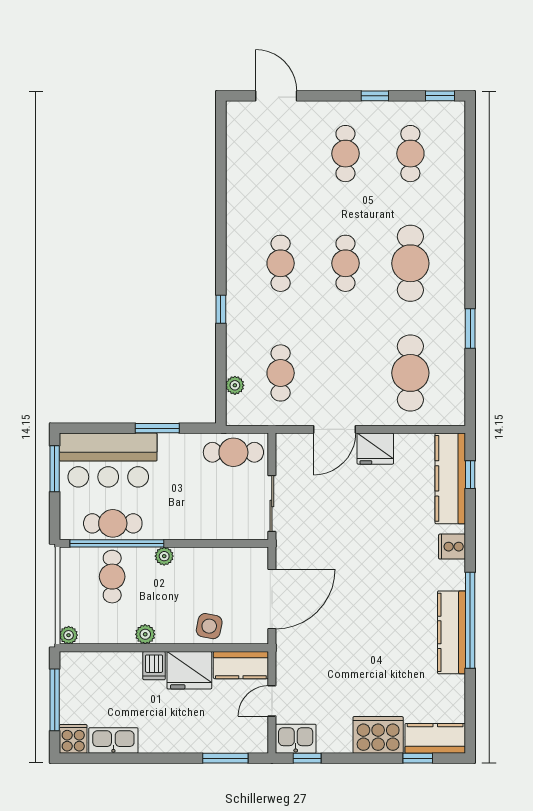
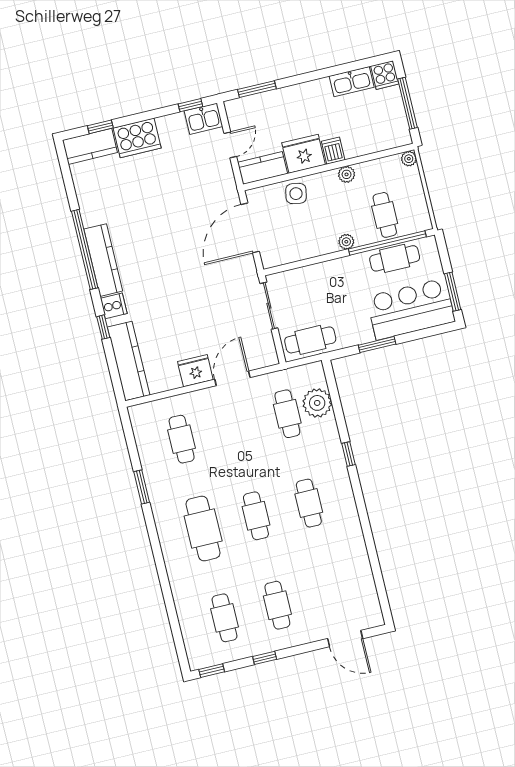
cafe table: (410, 373) -> (182, 439), width x0.73, depth x0.74
plant: (235, 385) -> (317, 403), width x1.88, depth x1.88
window: (470, 475) -> (103, 327), moved
kitchen counter: (451, 632) -> (103, 260), moved

